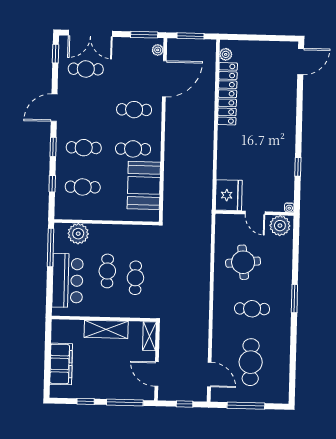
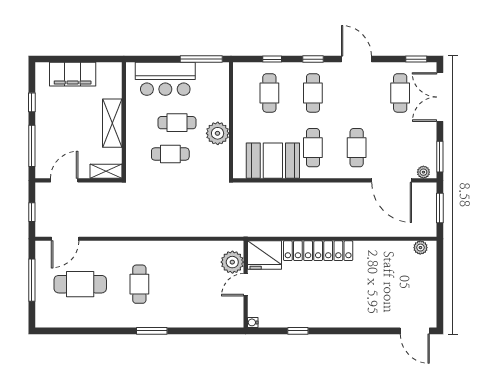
locker: (227, 94) -> (318, 251), moved
plant: (280, 226) -> (232, 262), moved
plant: (78, 234) -> (218, 133), moved
round table: (243, 262) -> (191, 273), removed

